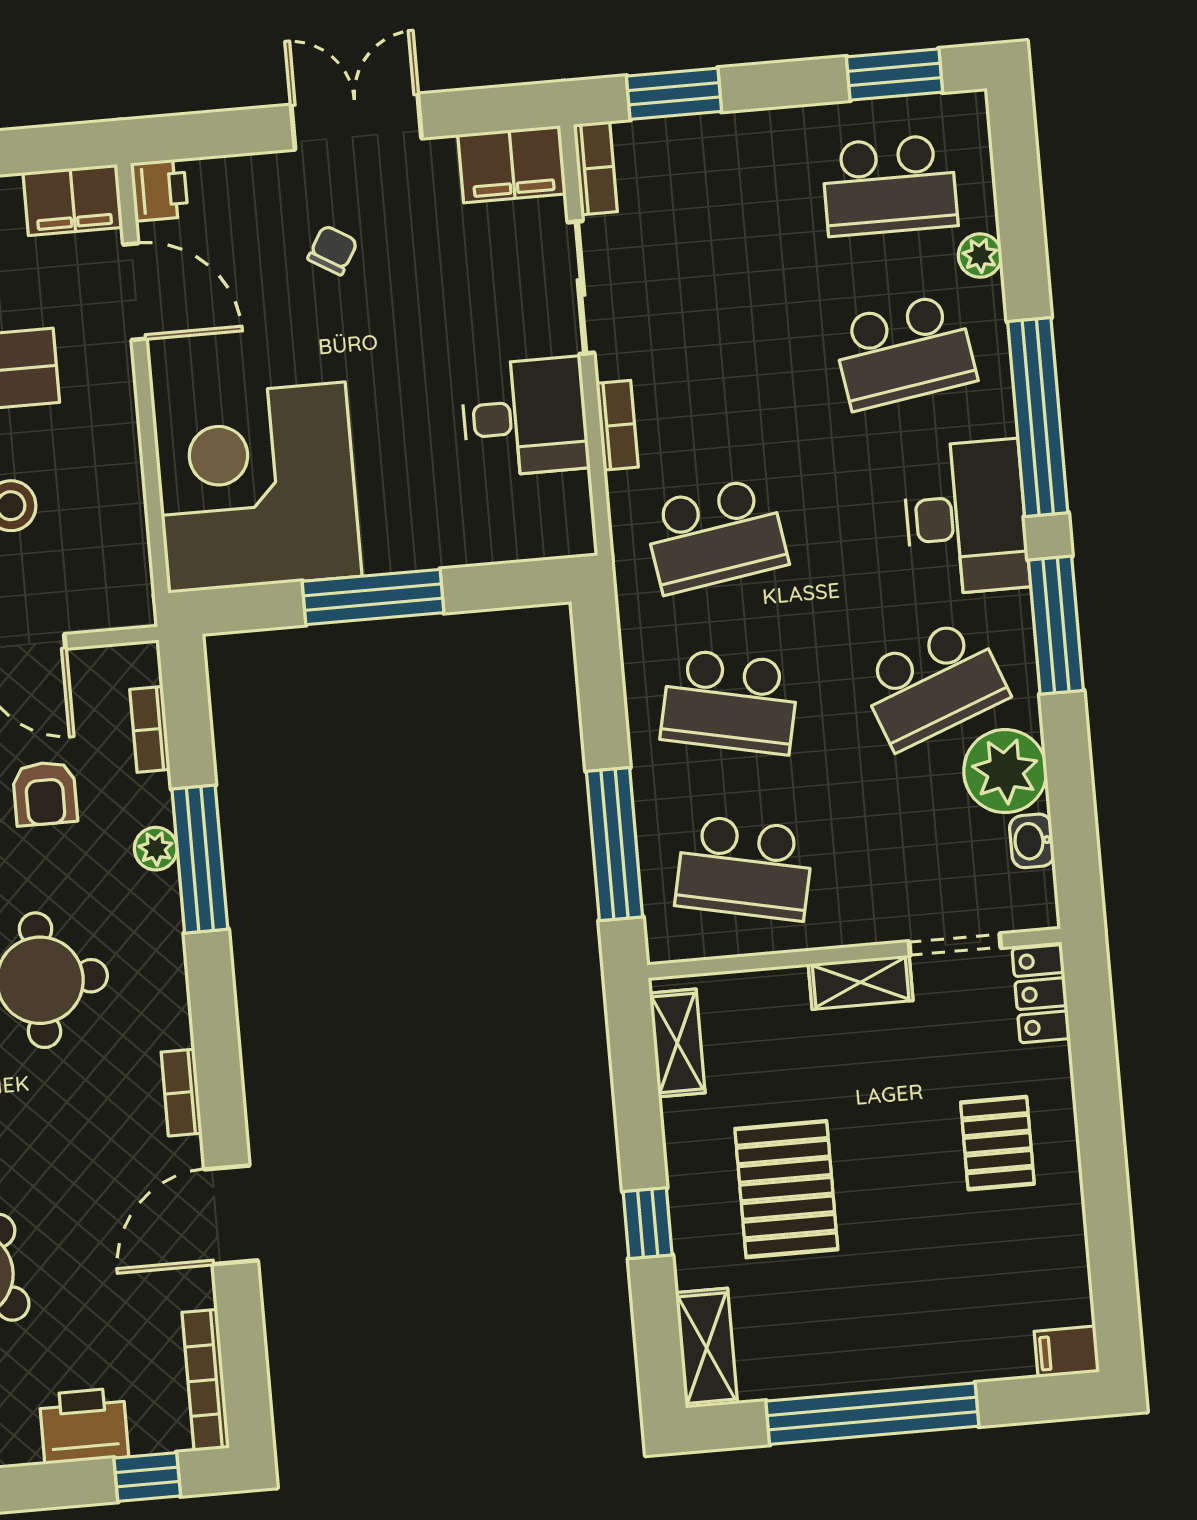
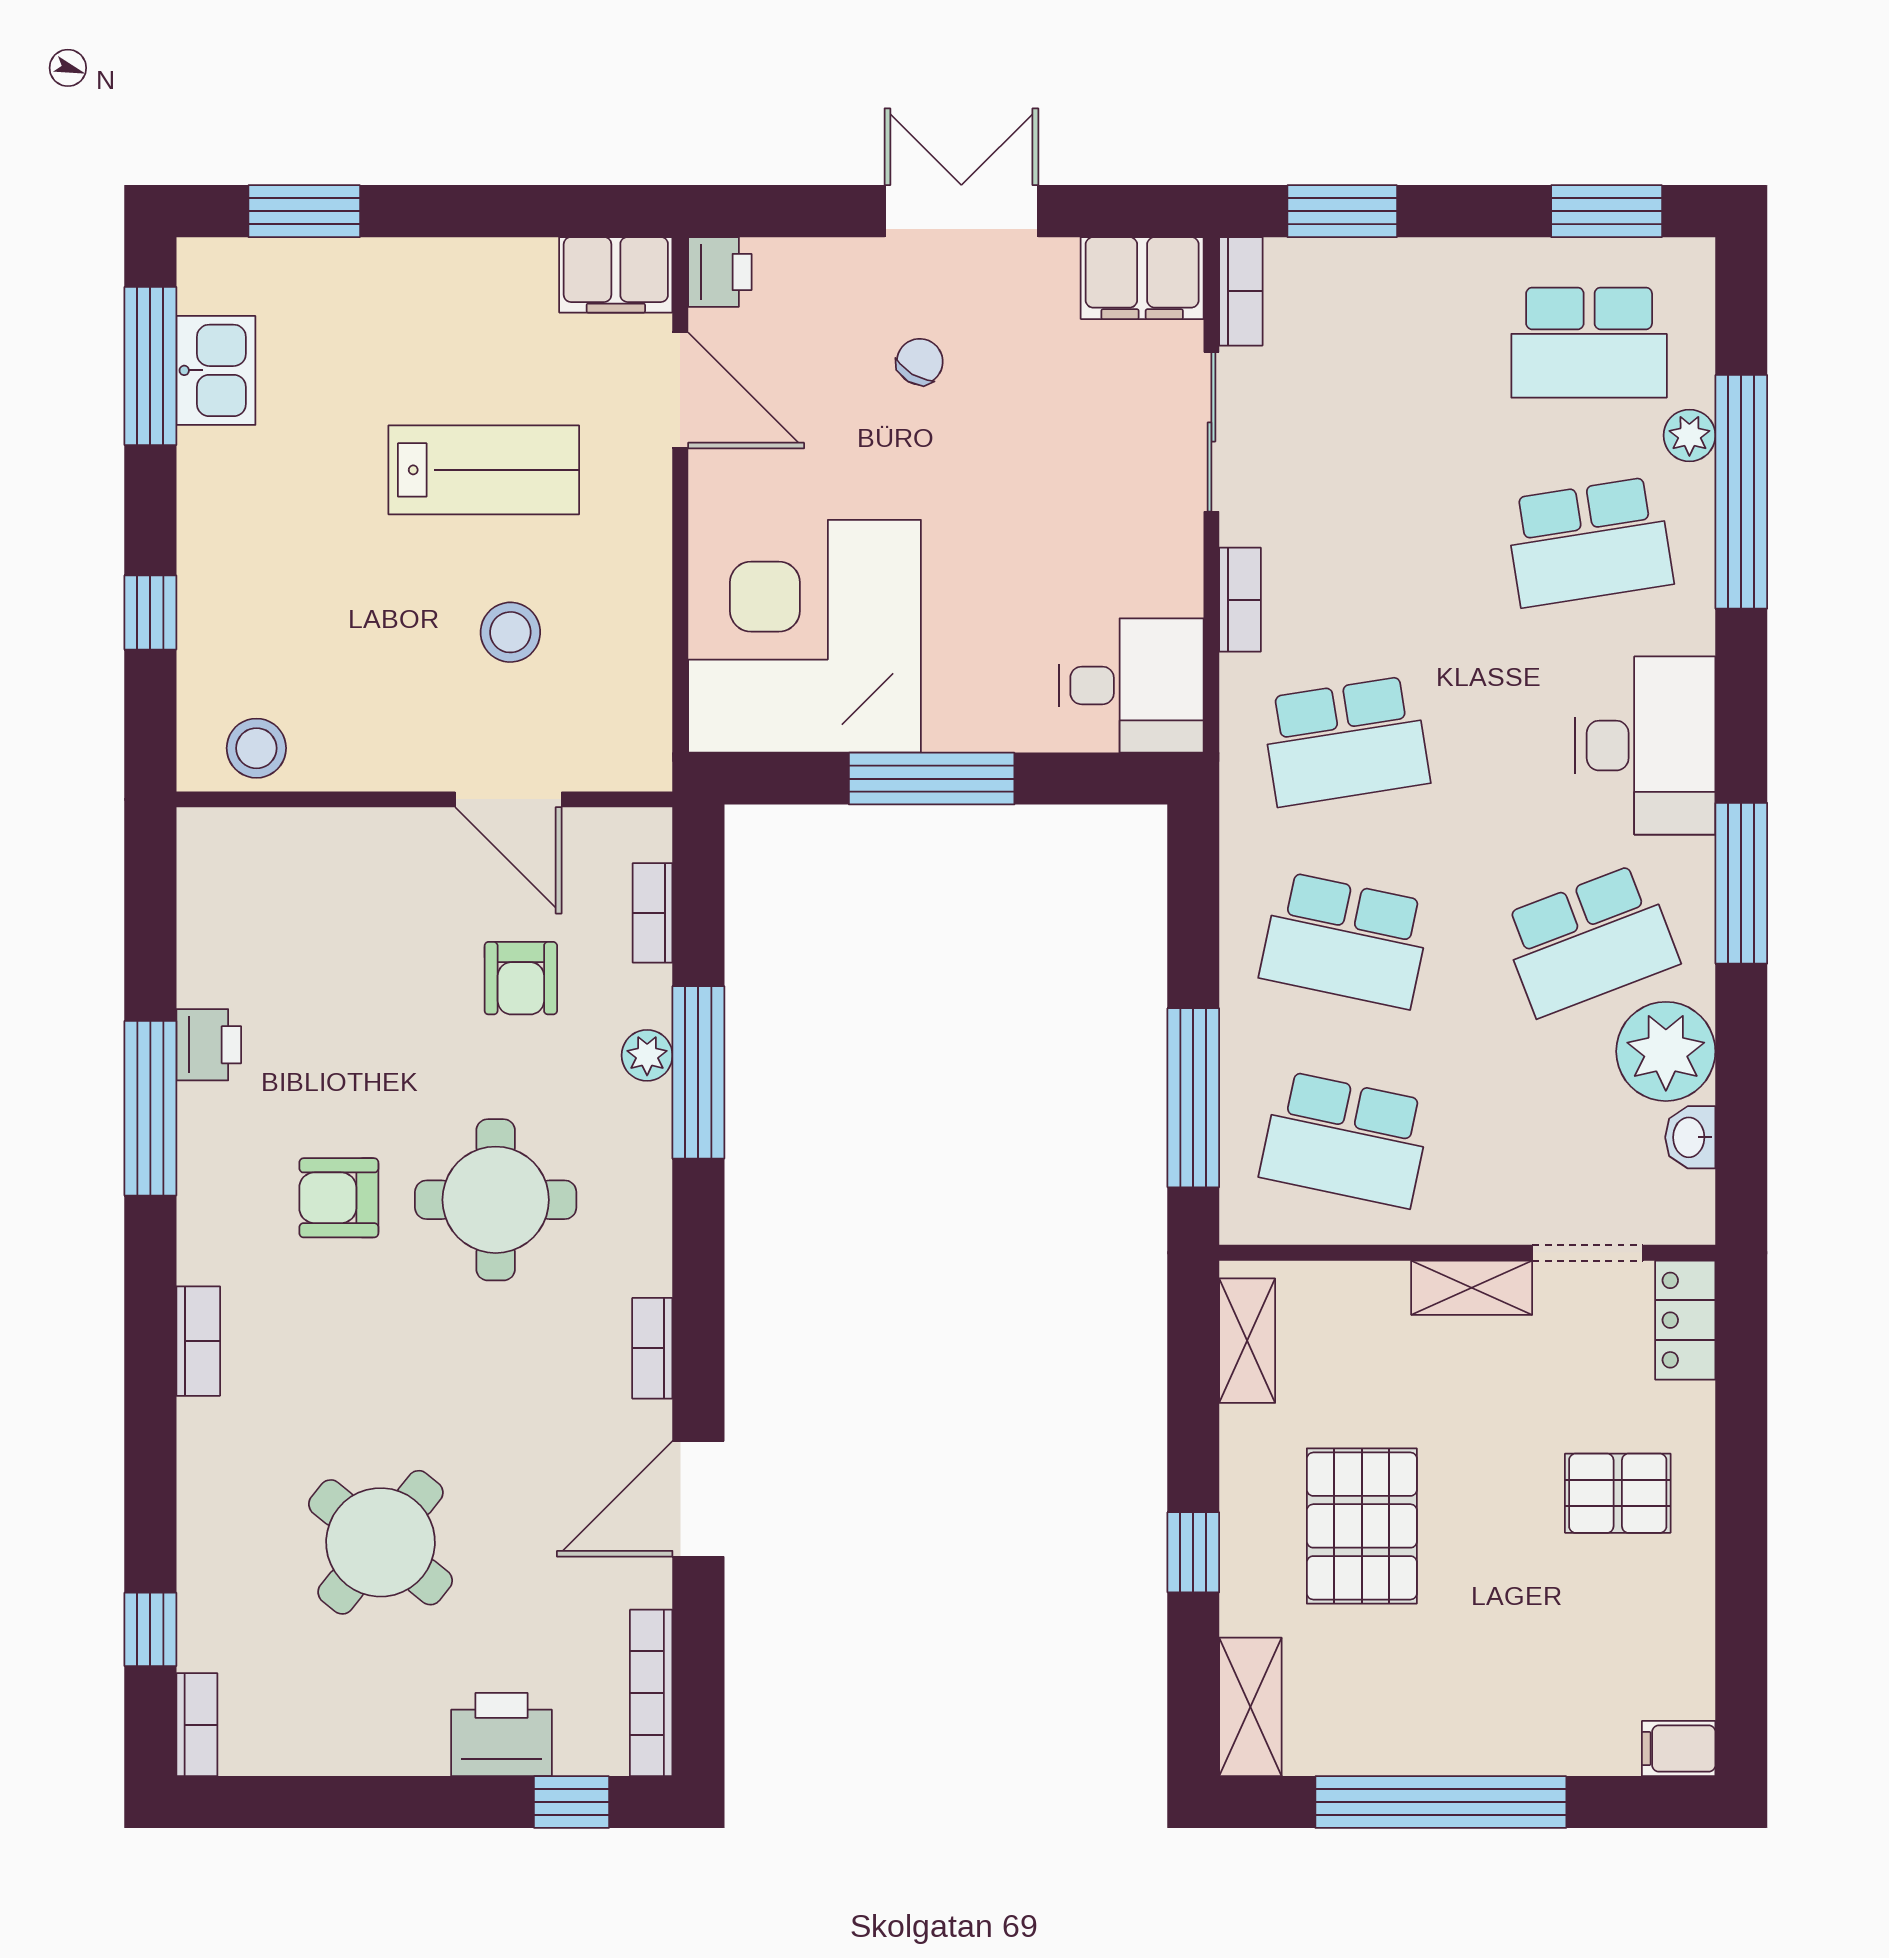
desk: (525, 417) -> (1131, 685), moved
window: (1038, 417) -> (1741, 492), moved
pallet: (997, 1143) -> (1618, 1493), turned 90

